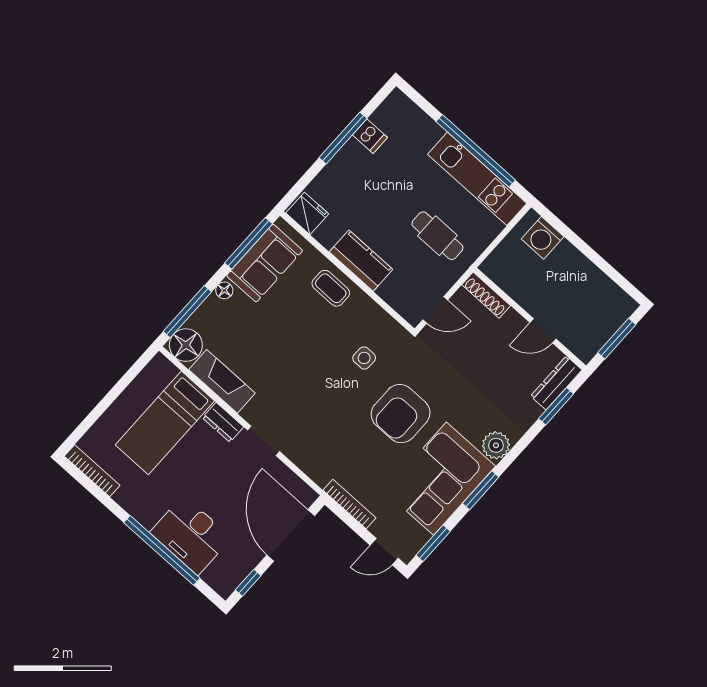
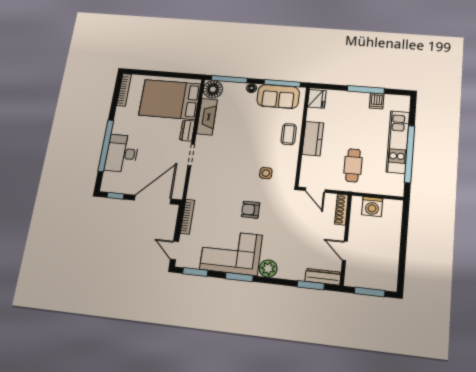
kitchen unit: (477, 179) -> (398, 142), moved
washing machine: (543, 238) -> (372, 207), moved, turned -90
armchair: (401, 414) -> (251, 210), width x0.53, depth x0.53
bed: (165, 423) -> (170, 99), width x1.50

